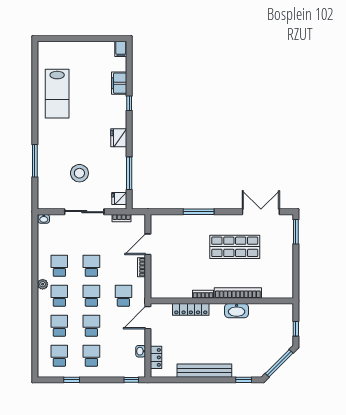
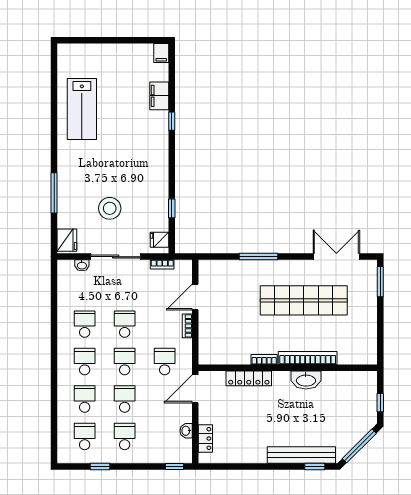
fridge: (119, 138) -> (67, 240), moved, turned 180
window: (129, 173) -> (172, 208), width x0.46
washbasin: (44, 219) -> (82, 265), moved
shop shelf: (235, 247) -> (304, 300), width x1.40
plant: (43, 284) -> (64, 347), removed
bench: (204, 371) -> (301, 455), moved

